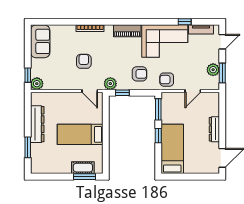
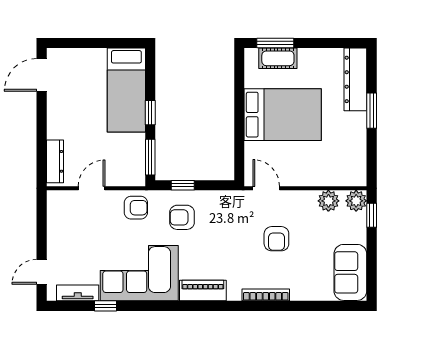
plant: (213, 70) -> (57, 224), removed
window: (222, 73) -> (42, 219), removed
plant: (110, 84) -> (328, 201), moved
window: (122, 93) -> (183, 185), moved
dresser: (37, 124) -> (355, 79), moved
dresser: (214, 129) -> (55, 161), moved
bed: (80, 134) -> (283, 115), width x1.50
window: (28, 147) -> (372, 111), moved

